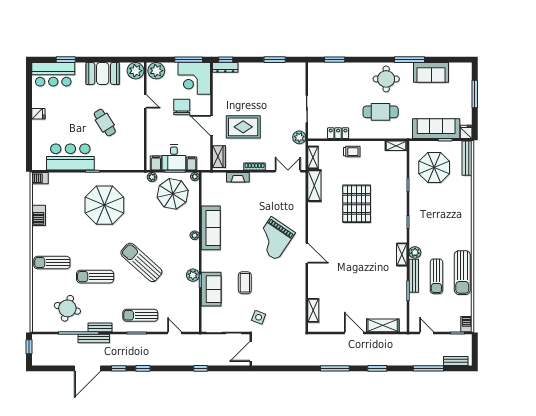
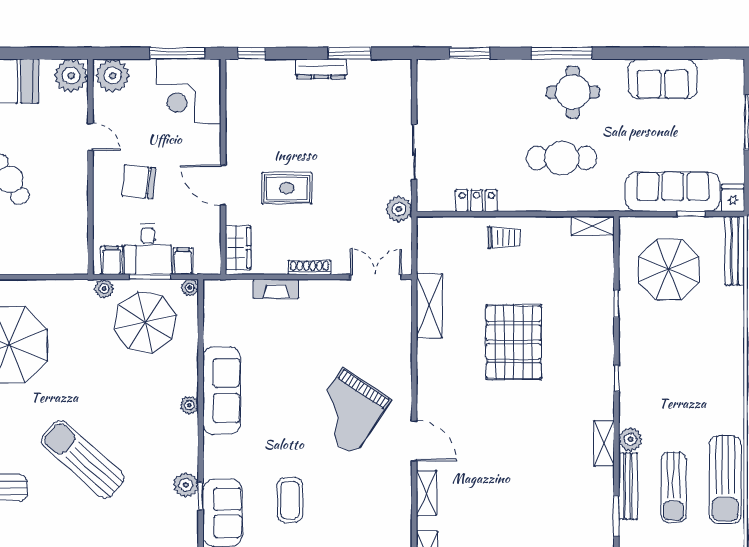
window: (409, 60) -> (562, 53), moved
dresser: (225, 67) -> (321, 69), moved
chair: (182, 107) -> (139, 182), moved, turned -84
rug: (243, 127) -> (287, 188), width x0.73, depth x0.70
shelving: (313, 157) -> (426, 493), moved

